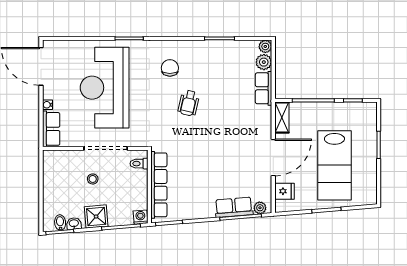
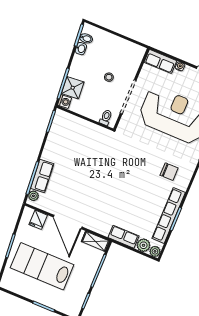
wheelchair: (189, 103) -> (136, 175), removed
row of seats: (159, 185) -> (169, 215), moved, turned 90
shower: (96, 216) -> (73, 88), moved

